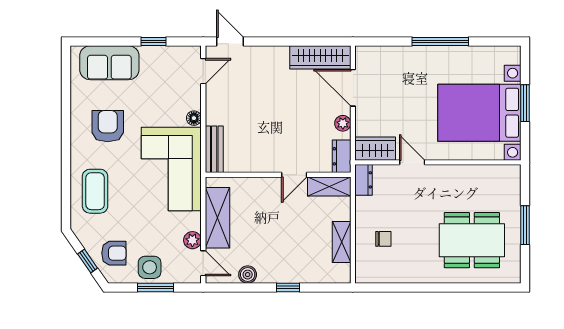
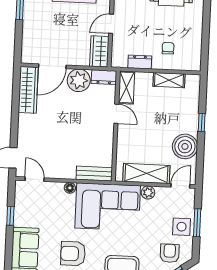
plant: (343, 123) -> (79, 80), width x1.88, depth x1.88
dresser: (364, 180) -> (140, 62), moved
plant: (192, 240) -> (148, 193), moved
boiler: (248, 275) -> (185, 146), width x1.86, depth x1.86

